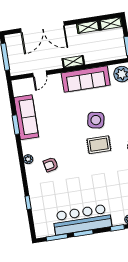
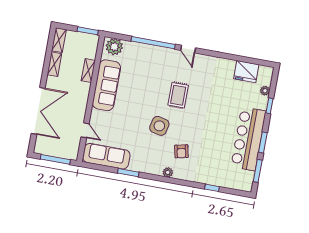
shelving: (73, 62) -> (88, 71), moved
sofa: (26, 117) -> (106, 156), moved
side table: (96, 120) -> (159, 126), moved

